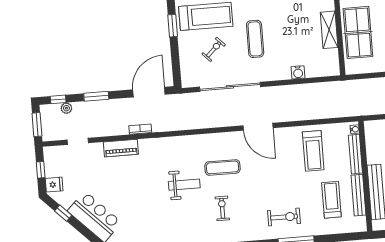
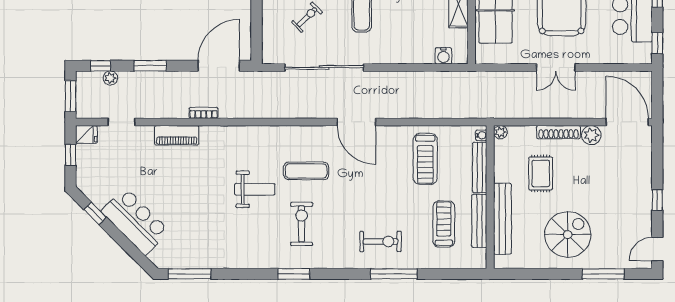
water cooler: (298, 72) -> (443, 56), moved
plant: (369, 126) -> (500, 132), added
fridge: (54, 185) -> (86, 134), moved
exercise bike: (222, 208) -> (302, 224), width x1.38, depth x1.39

